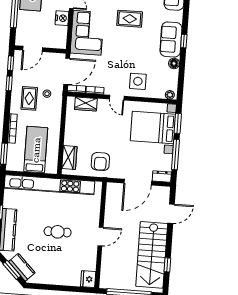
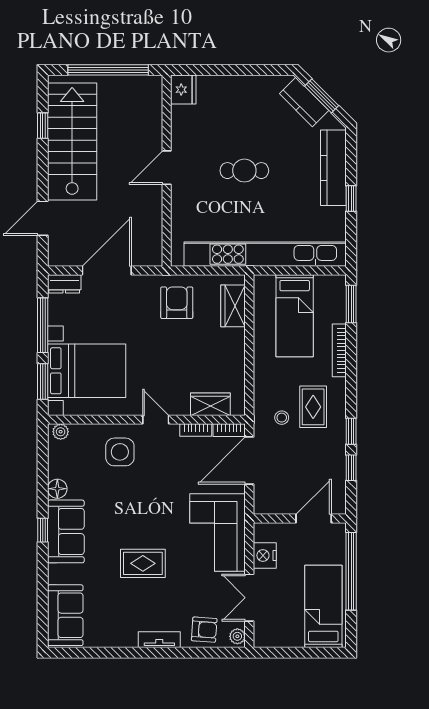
door: (33, 49) -> (314, 518), moved
wall: (40, 49) -> (300, 518), moved

